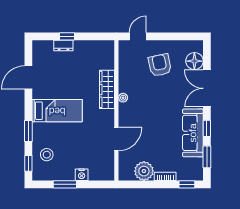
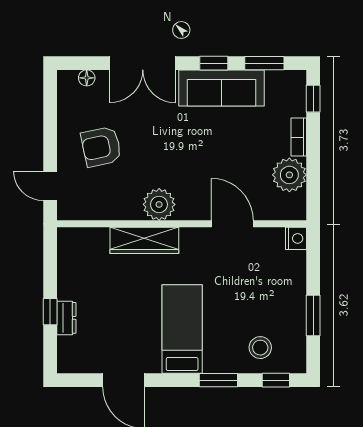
floor lamp: (194, 61) -> (87, 78), width x0.53, depth x0.53
plant: (123, 98) -> (159, 204), width x1.87, depth x1.87
nightstand: (82, 175) -> (296, 238), moved

